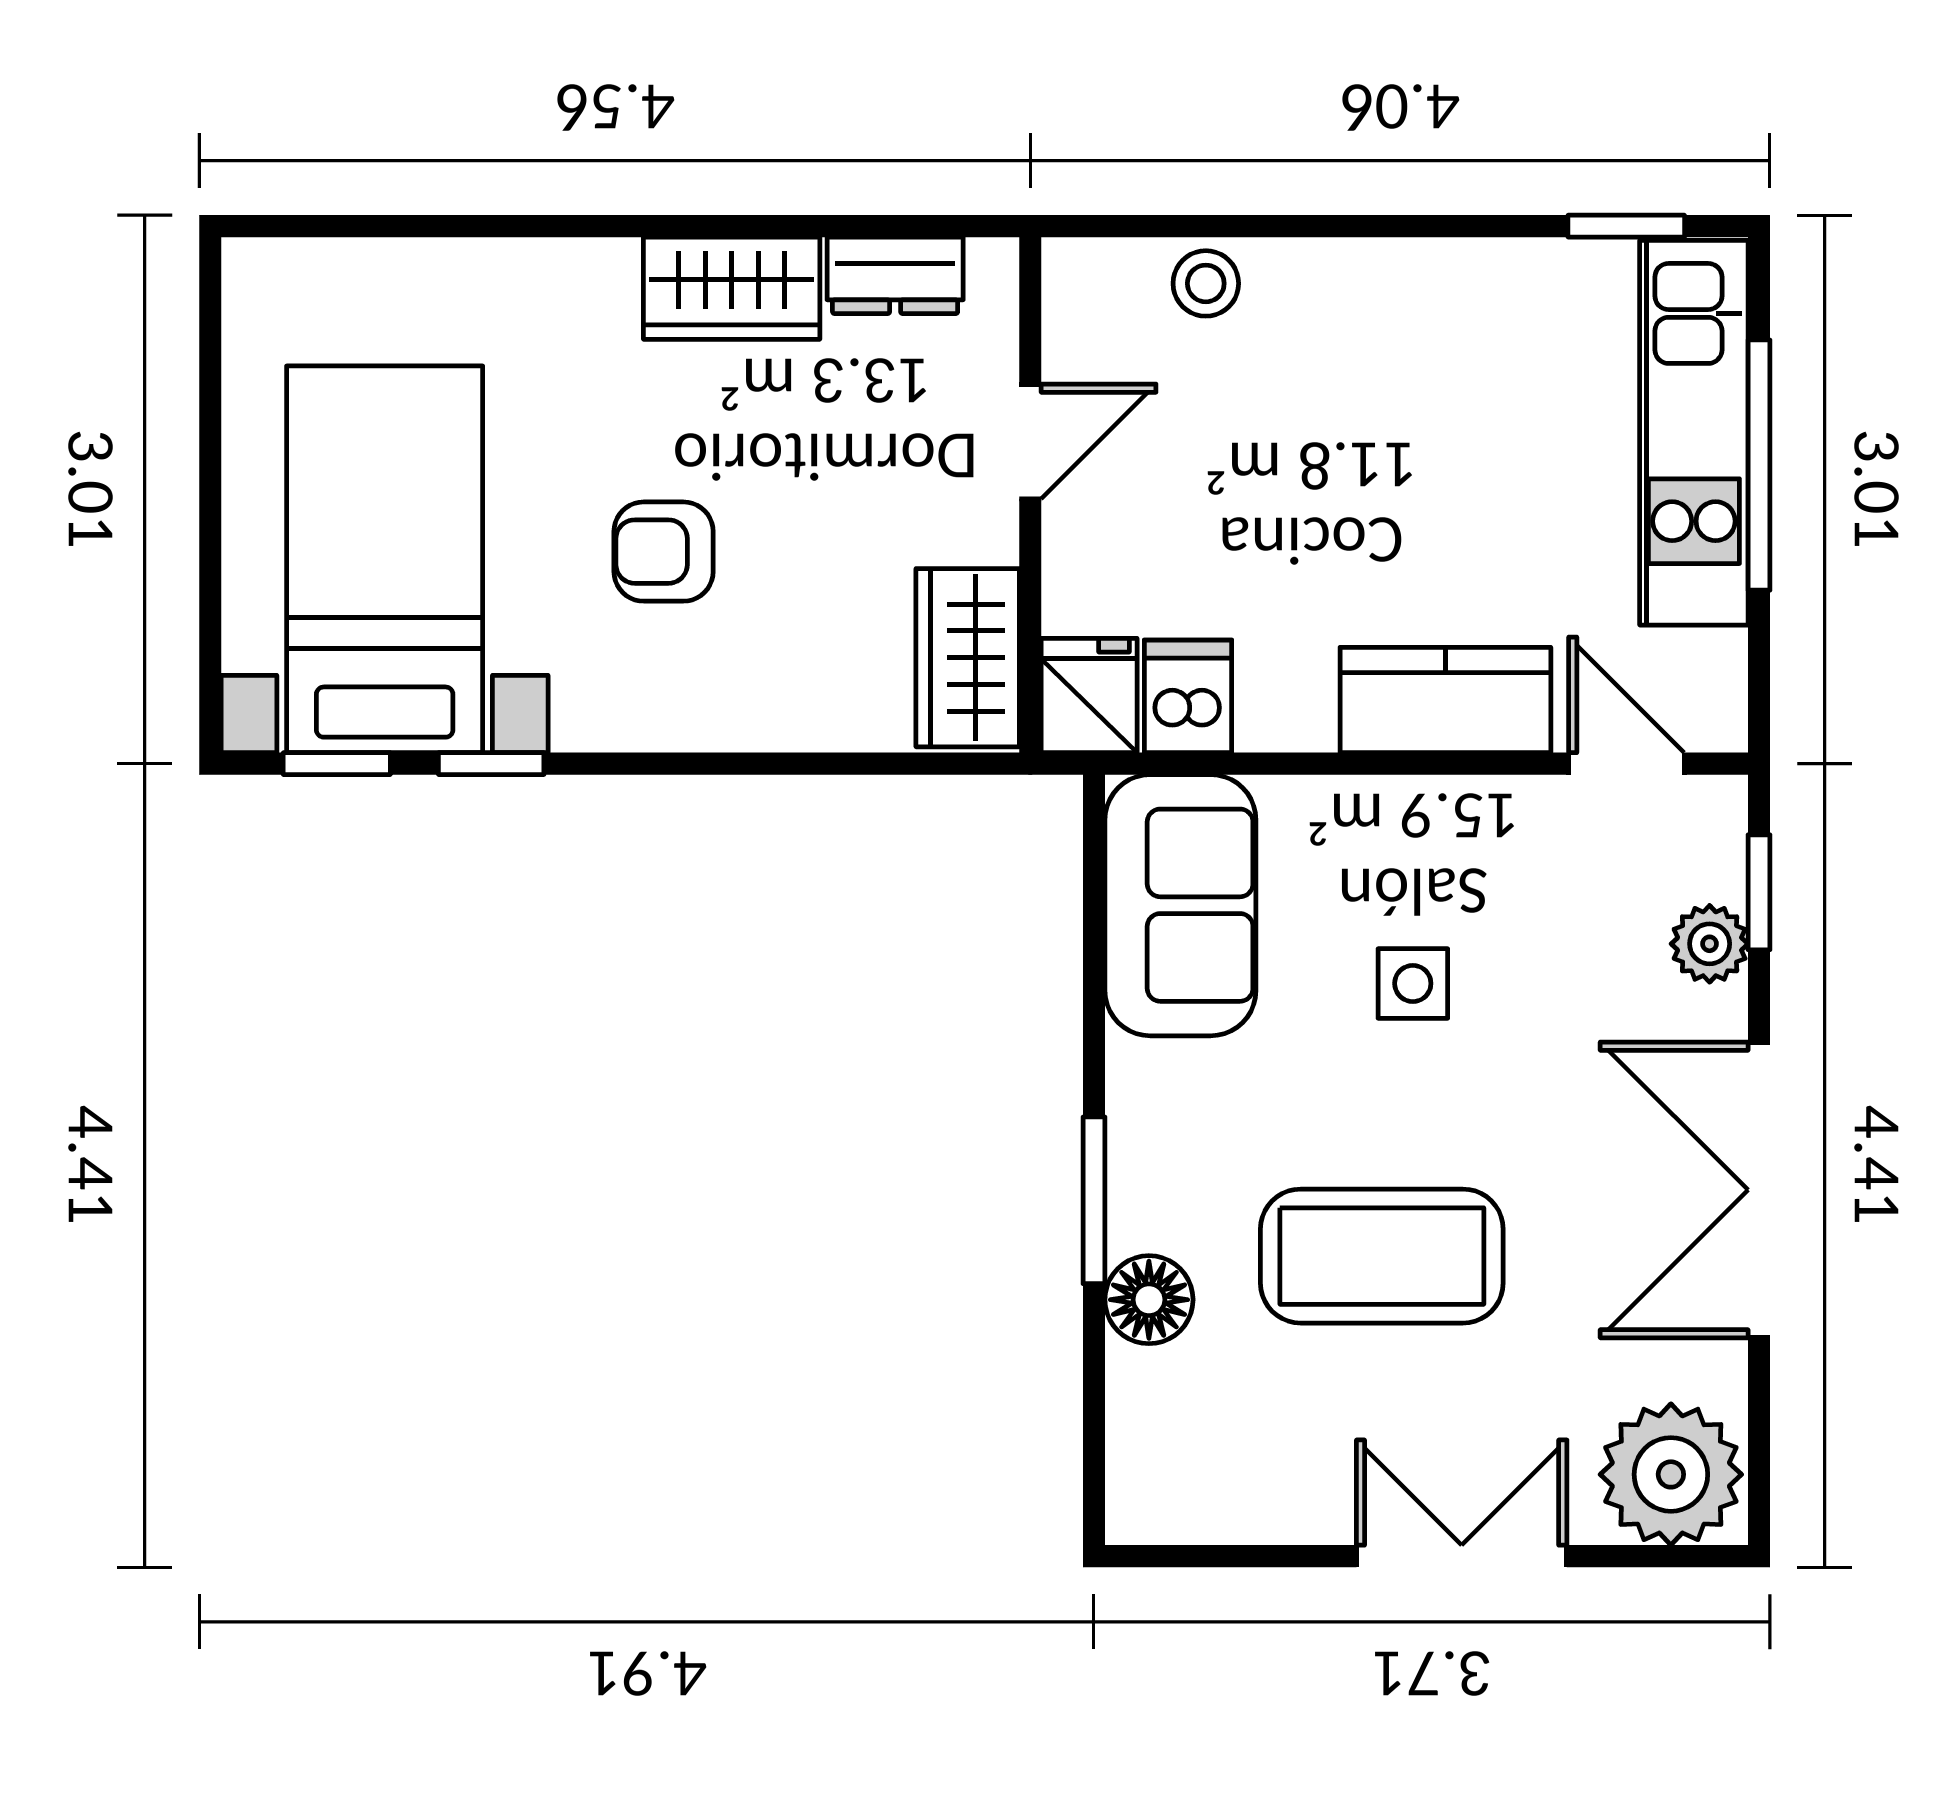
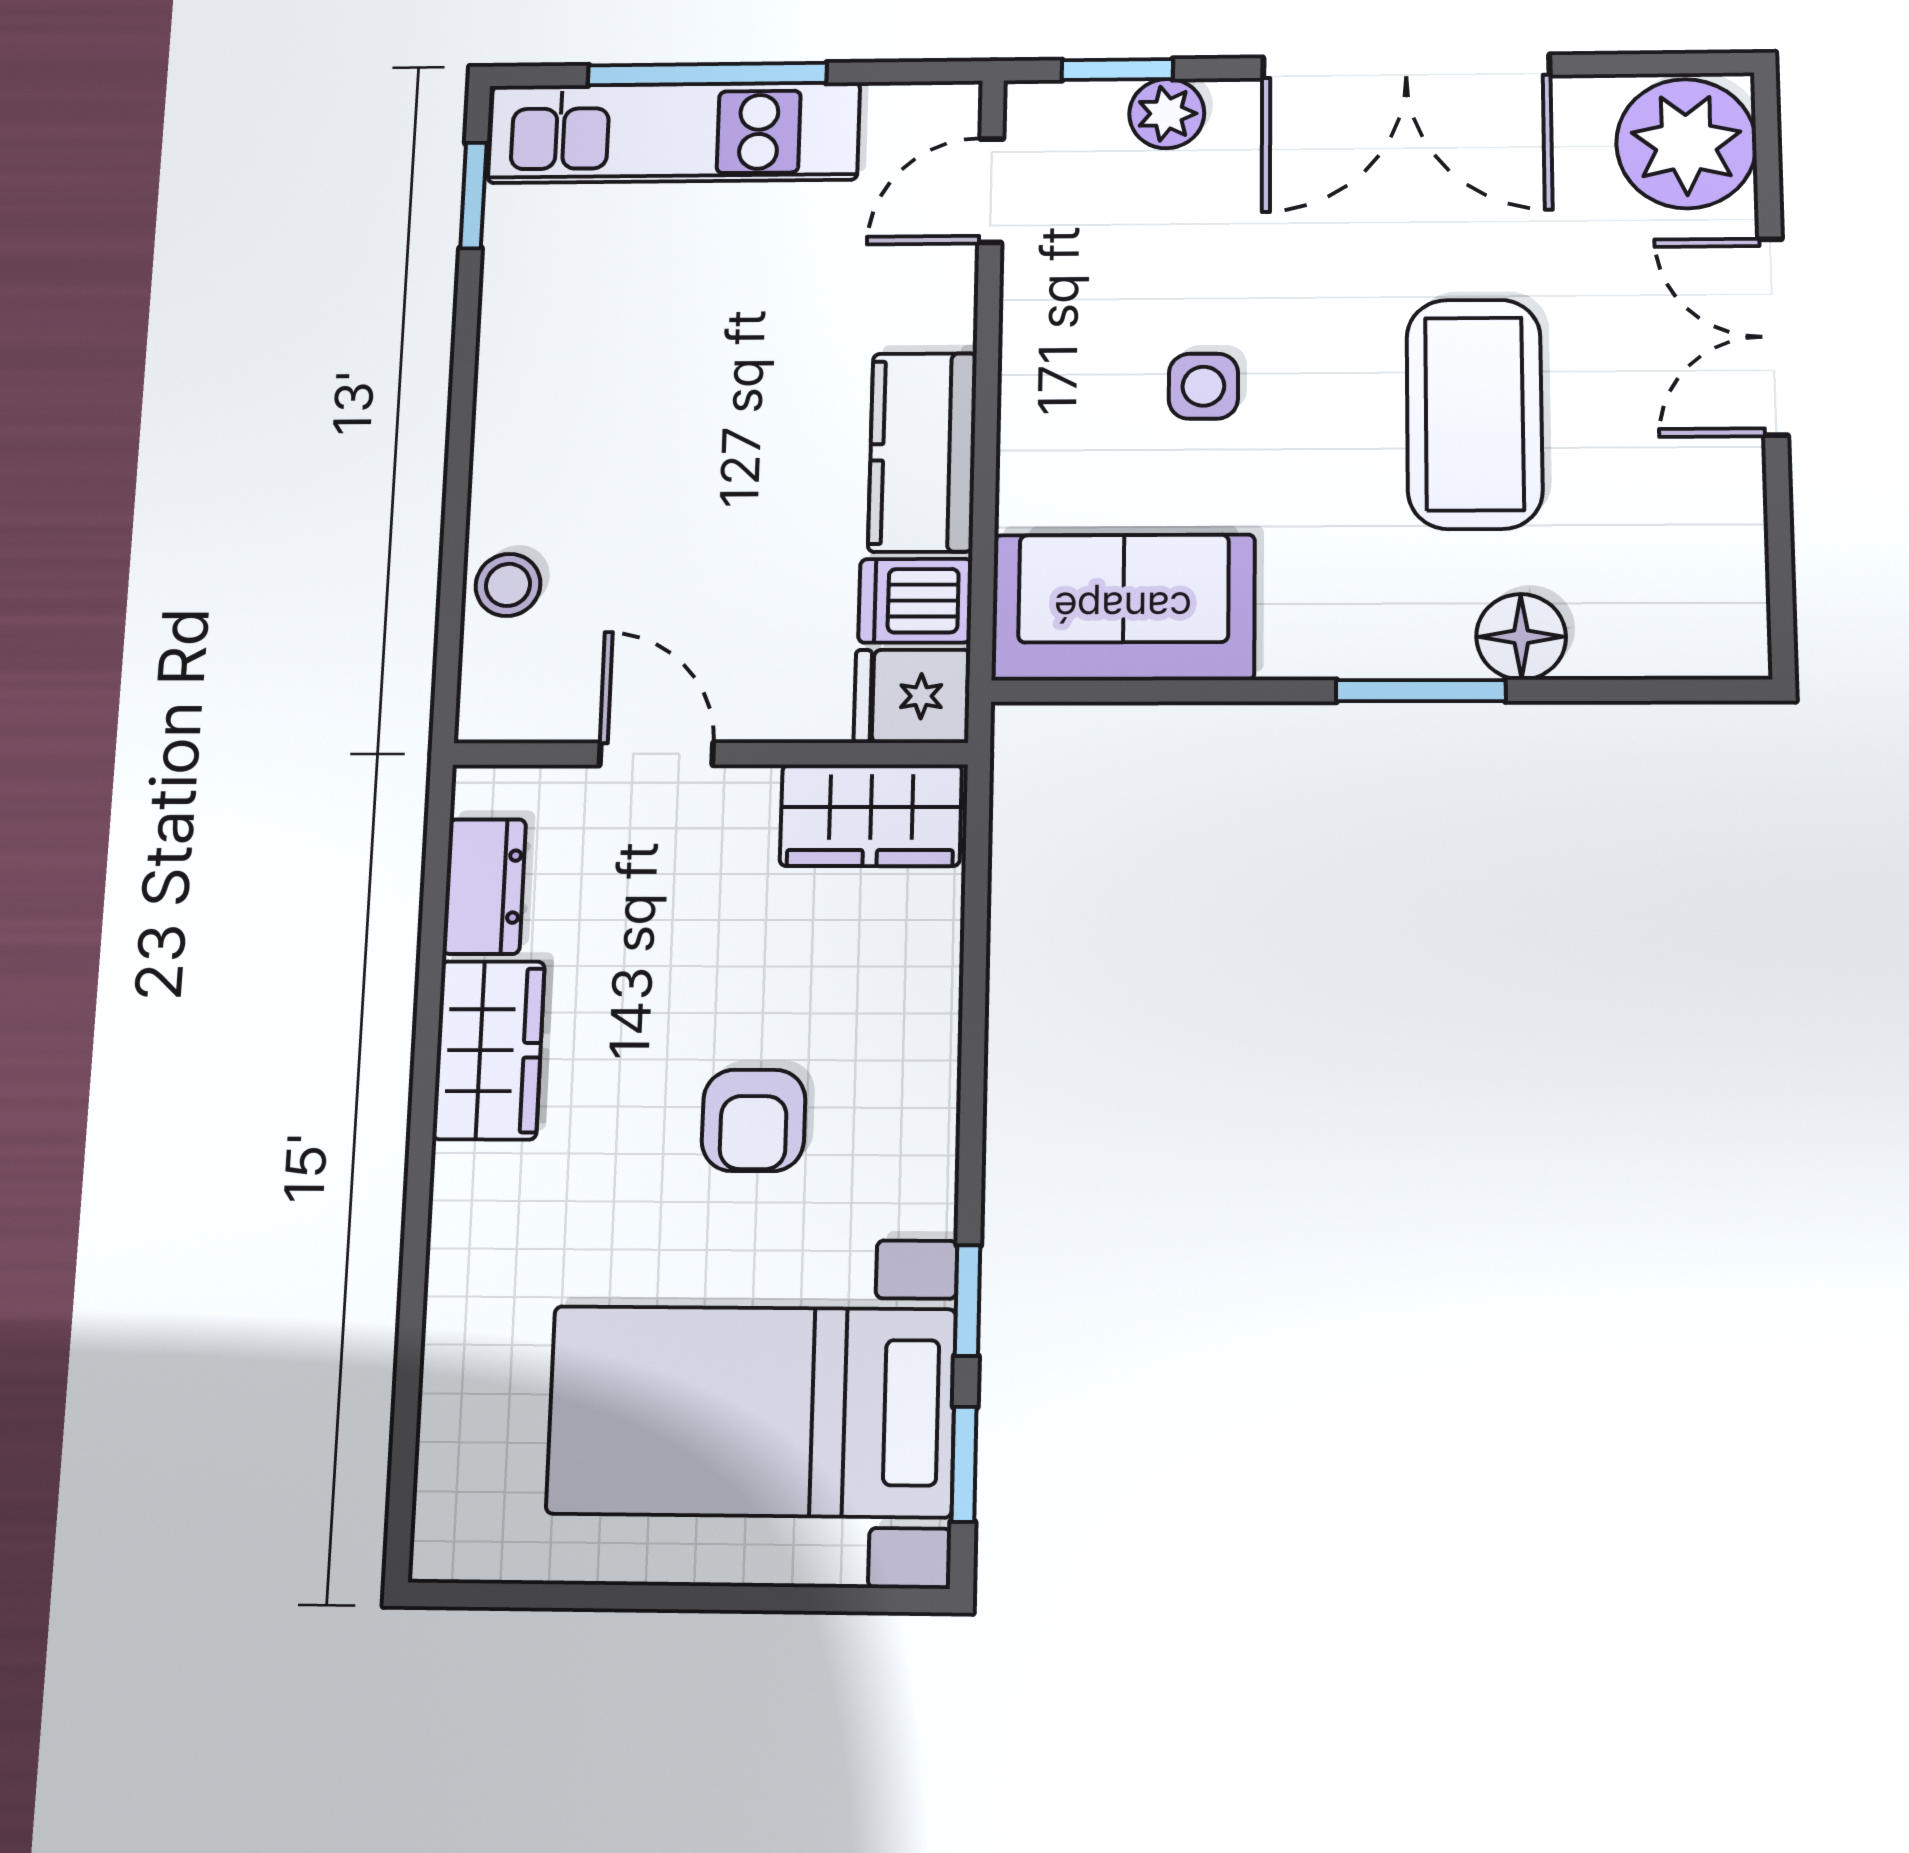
kitchen counter: (1445, 700) -> (923, 452), moved

